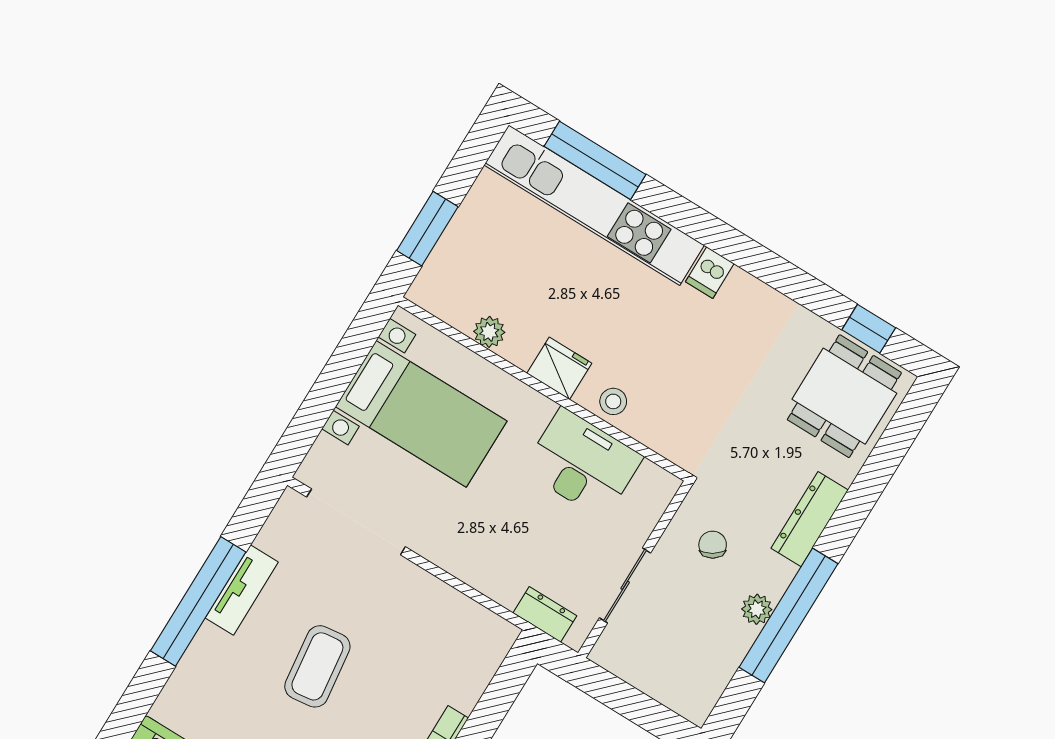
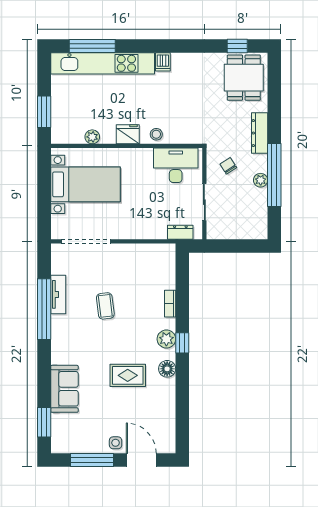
desk: (583, 464) -> (176, 165), moved
coffee table: (317, 666) -> (105, 306), width x0.73, depth x0.77

